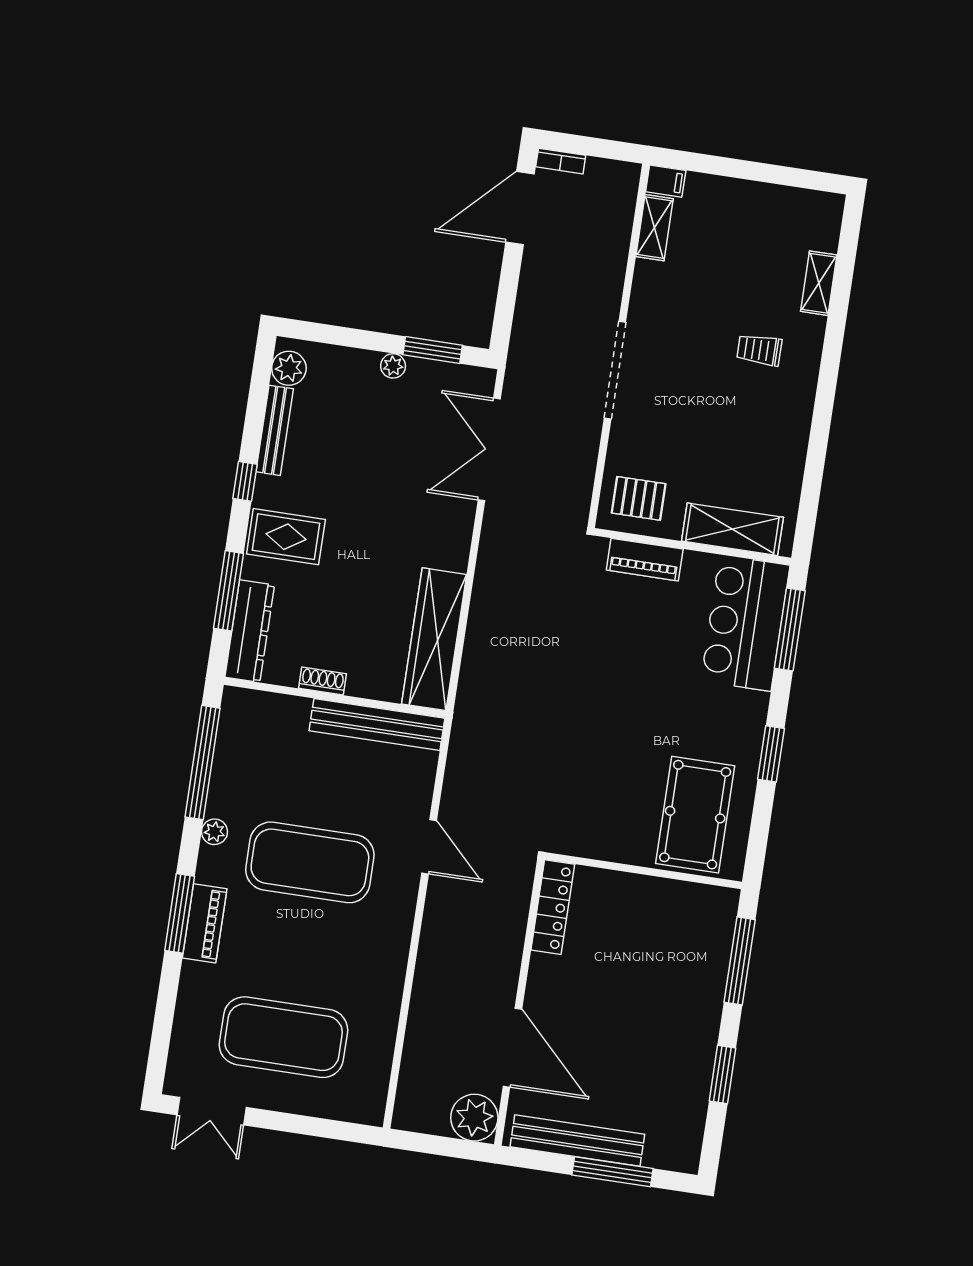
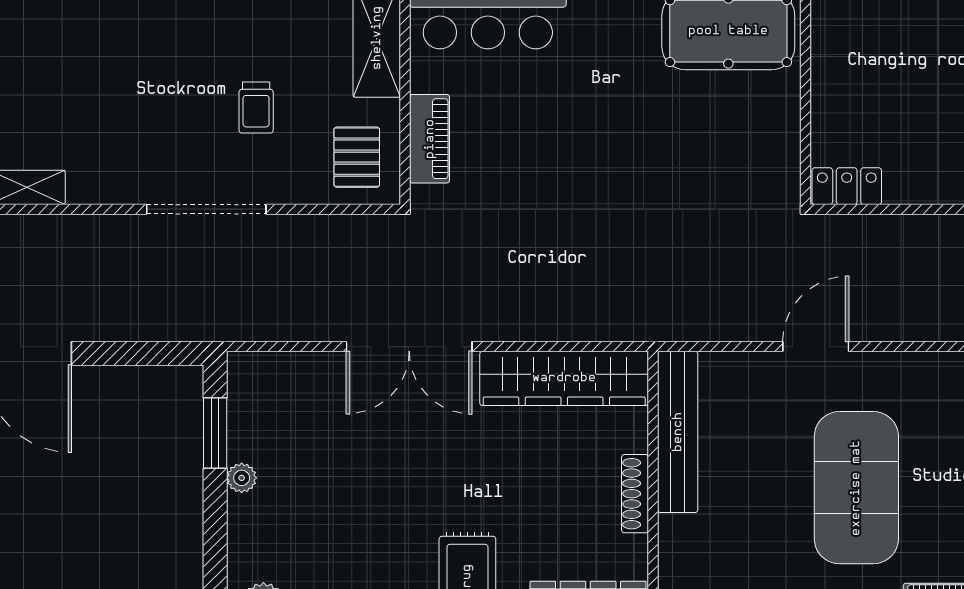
trolley: (759, 350) -> (256, 108), moved
double door: (489, 449) -> (409, 347), moved
shoe rack: (323, 681) -> (635, 494), width x1.43
locker: (553, 907) -> (847, 186), width x0.66

